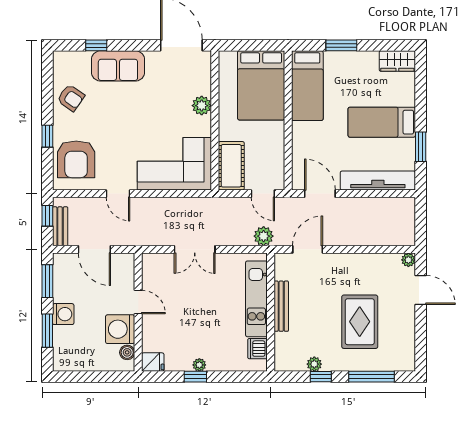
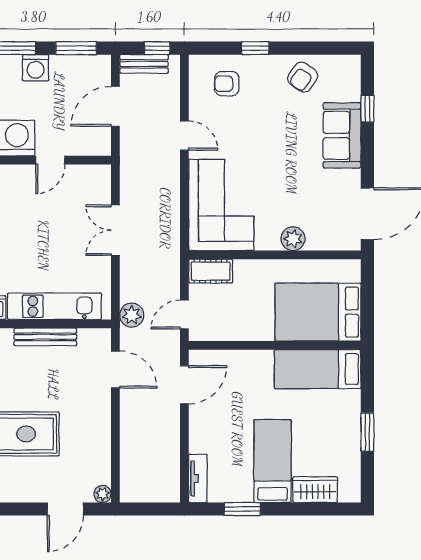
window: (341, 45) -> (367, 432), moved
wardrobe: (397, 61) -> (315, 490), moved, turned 90
armchair: (76, 159) -> (227, 84), width x0.53, depth x0.53
cot: (231, 166) -> (211, 271), width x0.73, depth x0.75
tv unit: (378, 181) -> (198, 478), width x0.52, depth x0.78
door: (118, 194) -> (184, 135), swing flipped

